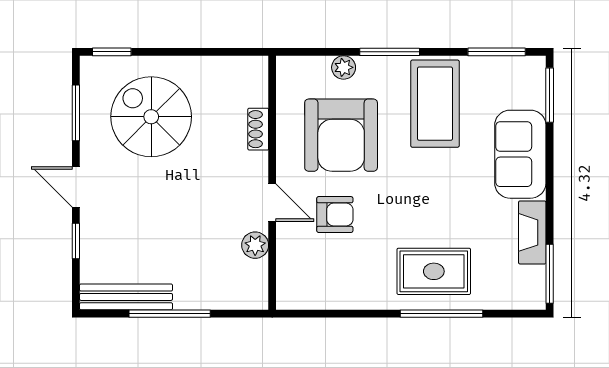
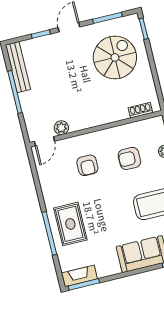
shoe rack: (258, 129) -> (140, 110), moved
armchair: (341, 135) -> (129, 158), width x0.53, depth x0.53
door: (272, 203) -> (44, 141), moved
fireplace: (532, 232) -> (79, 276), moved

